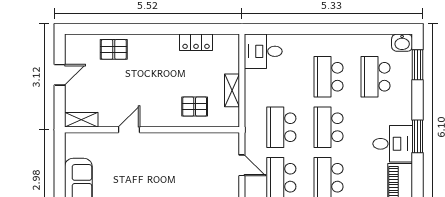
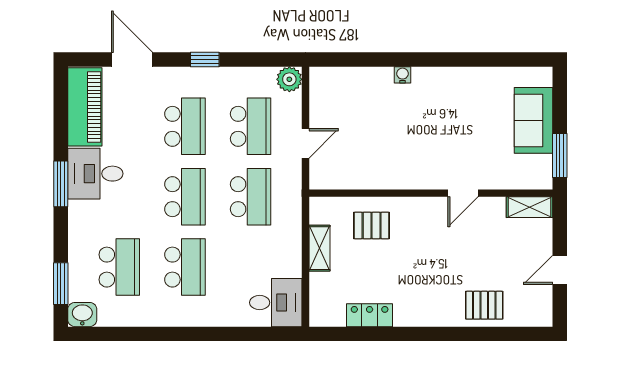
window: (60, 157) -> (560, 155), added
door: (242, 165) -> (306, 143), swing flipped

